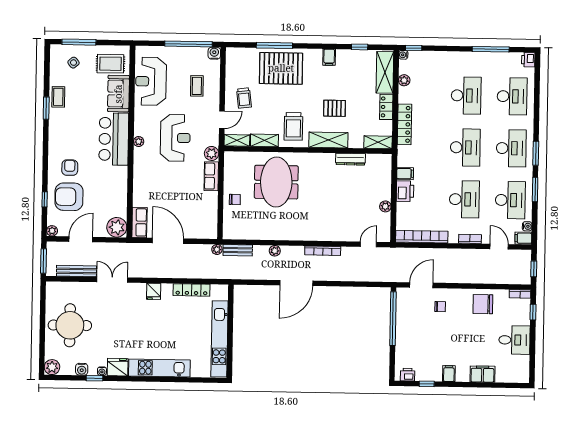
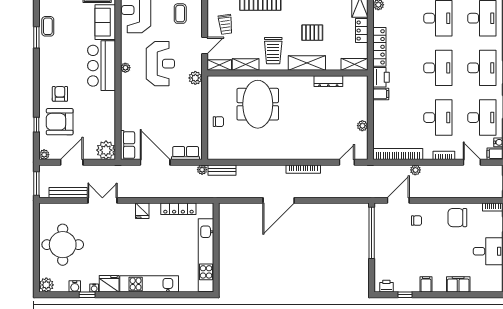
row of seats: (211, 176) -> (186, 153), moved, turned 90
printer: (405, 191) -> (381, 77), moved
plant: (275, 251) -> (415, 170), moved

